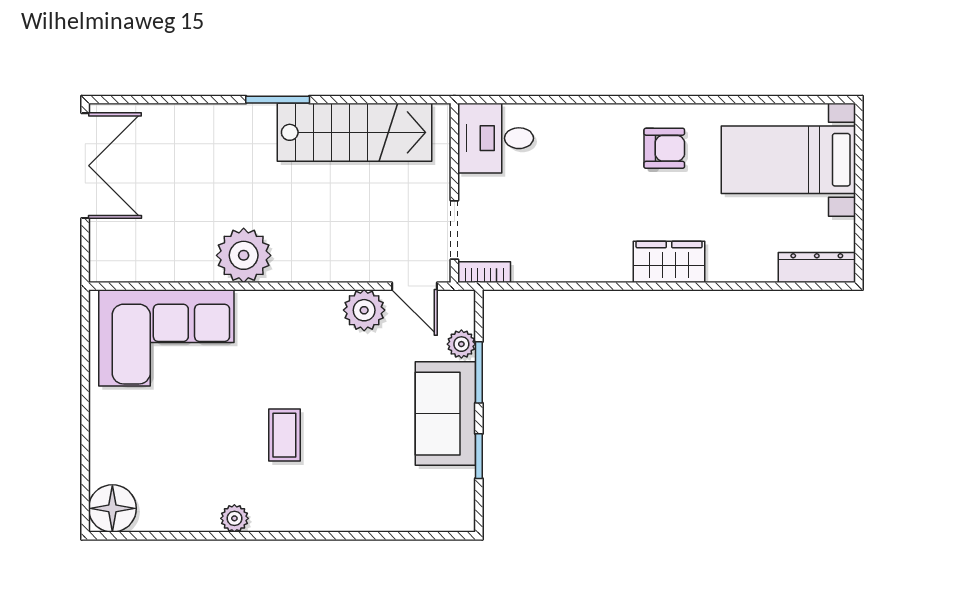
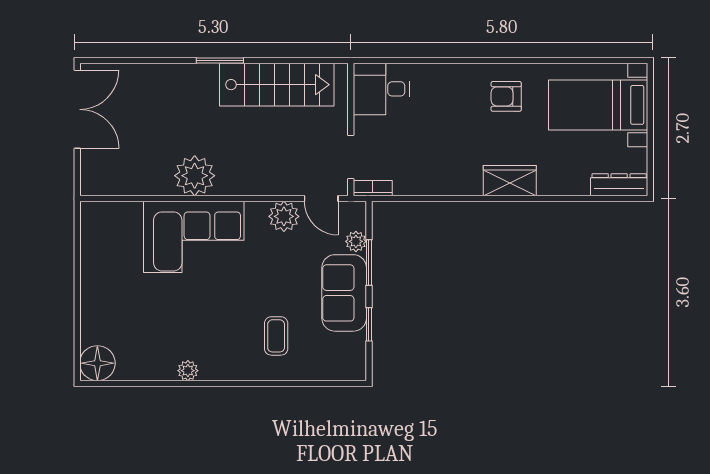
armchair: (664, 148) -> (506, 96), turned 180
corner sofa: (166, 338) -> (194, 237), moved
coffee table: (284, 435) -> (276, 336), moved

